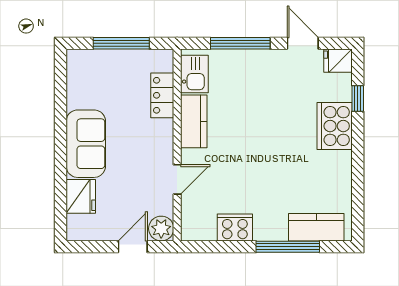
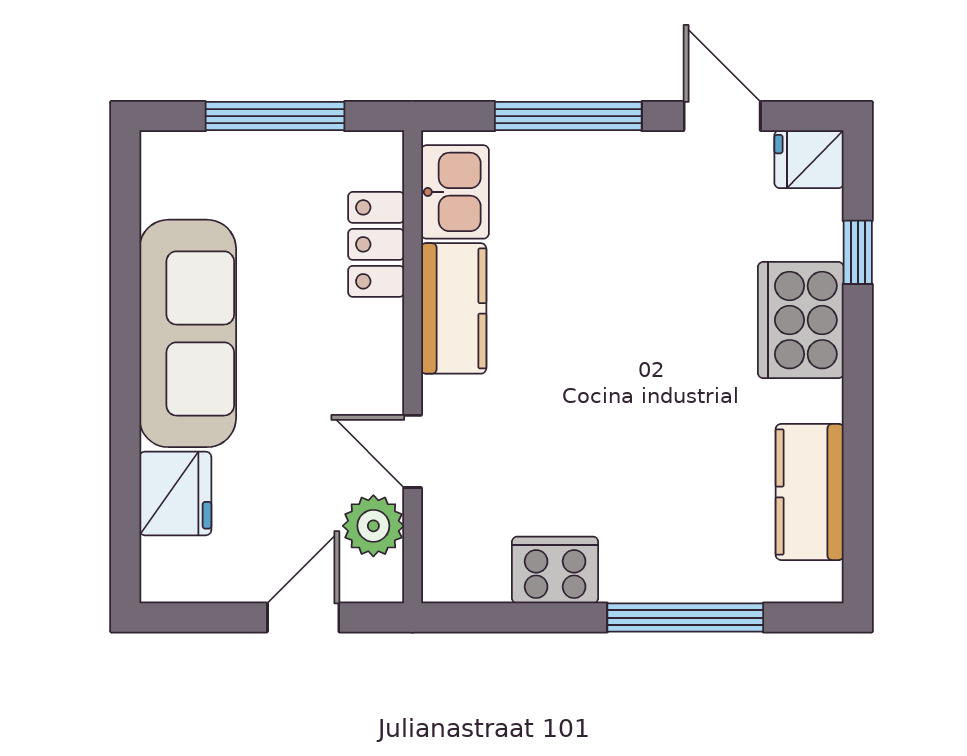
sofa: (86, 144) -> (188, 333), width x1.36
door: (177, 179) -> (413, 451), swing flipped
kitchen counter: (316, 227) -> (810, 492), moved, turned -90
plant: (161, 229) -> (373, 526), moved

